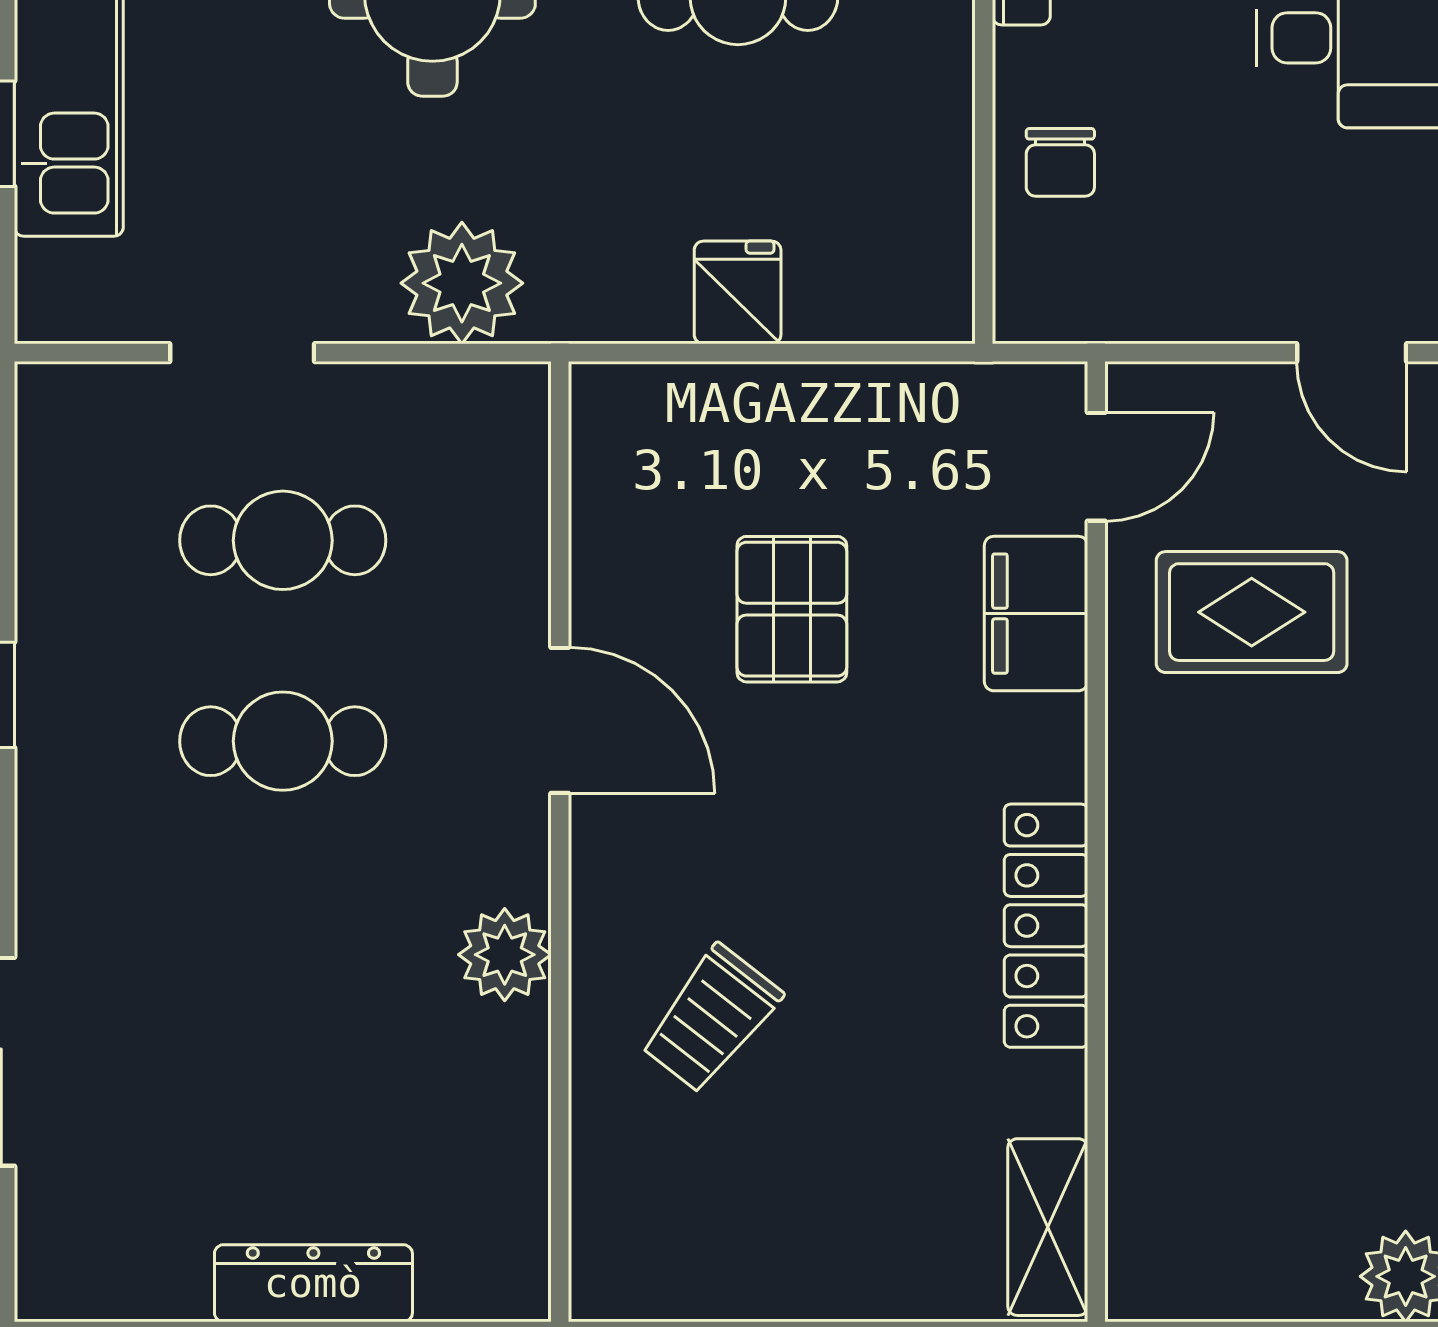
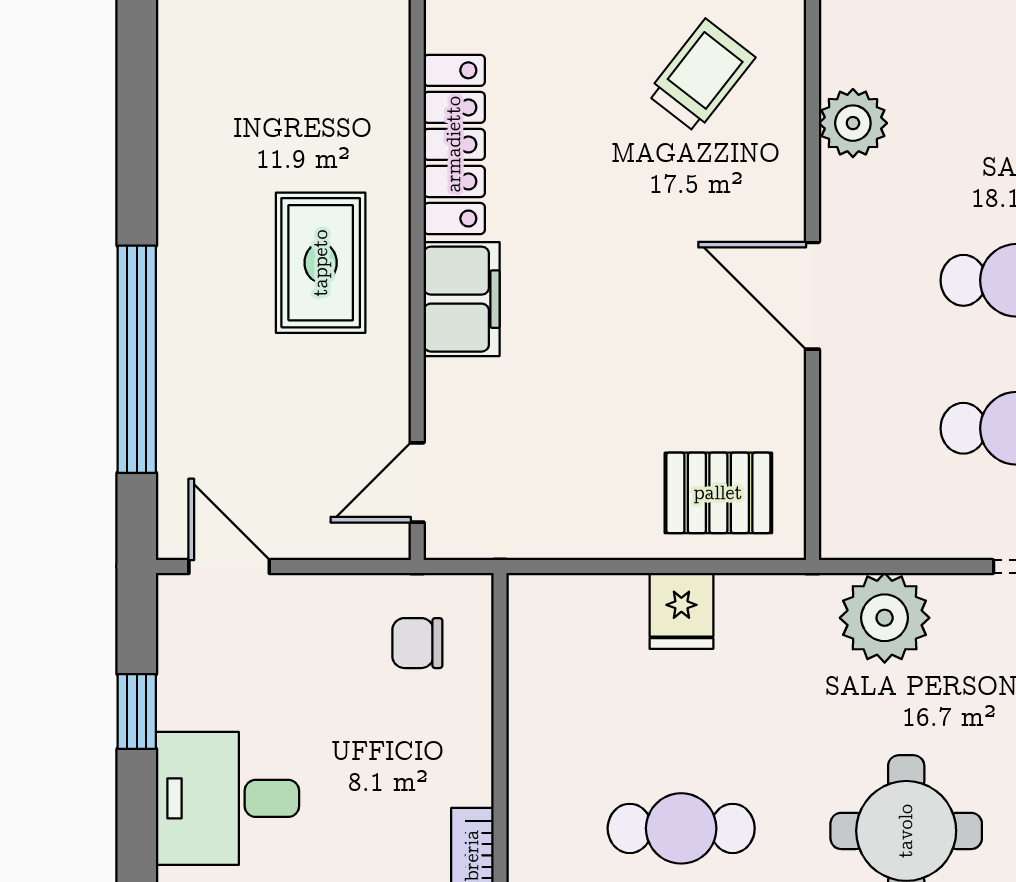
chair: (1060, 162) -> (417, 643), moved, turned -90
pallet: (792, 609) -> (718, 493), moved, turned 90
rug: (1252, 612) -> (321, 263), moved, turned 90
filing cabinet: (1036, 614) -> (462, 299), moved

